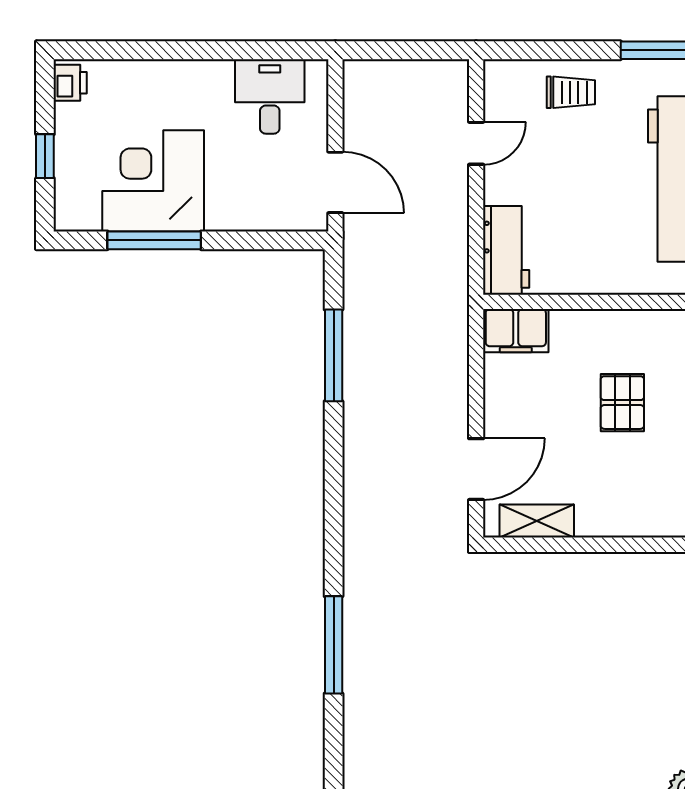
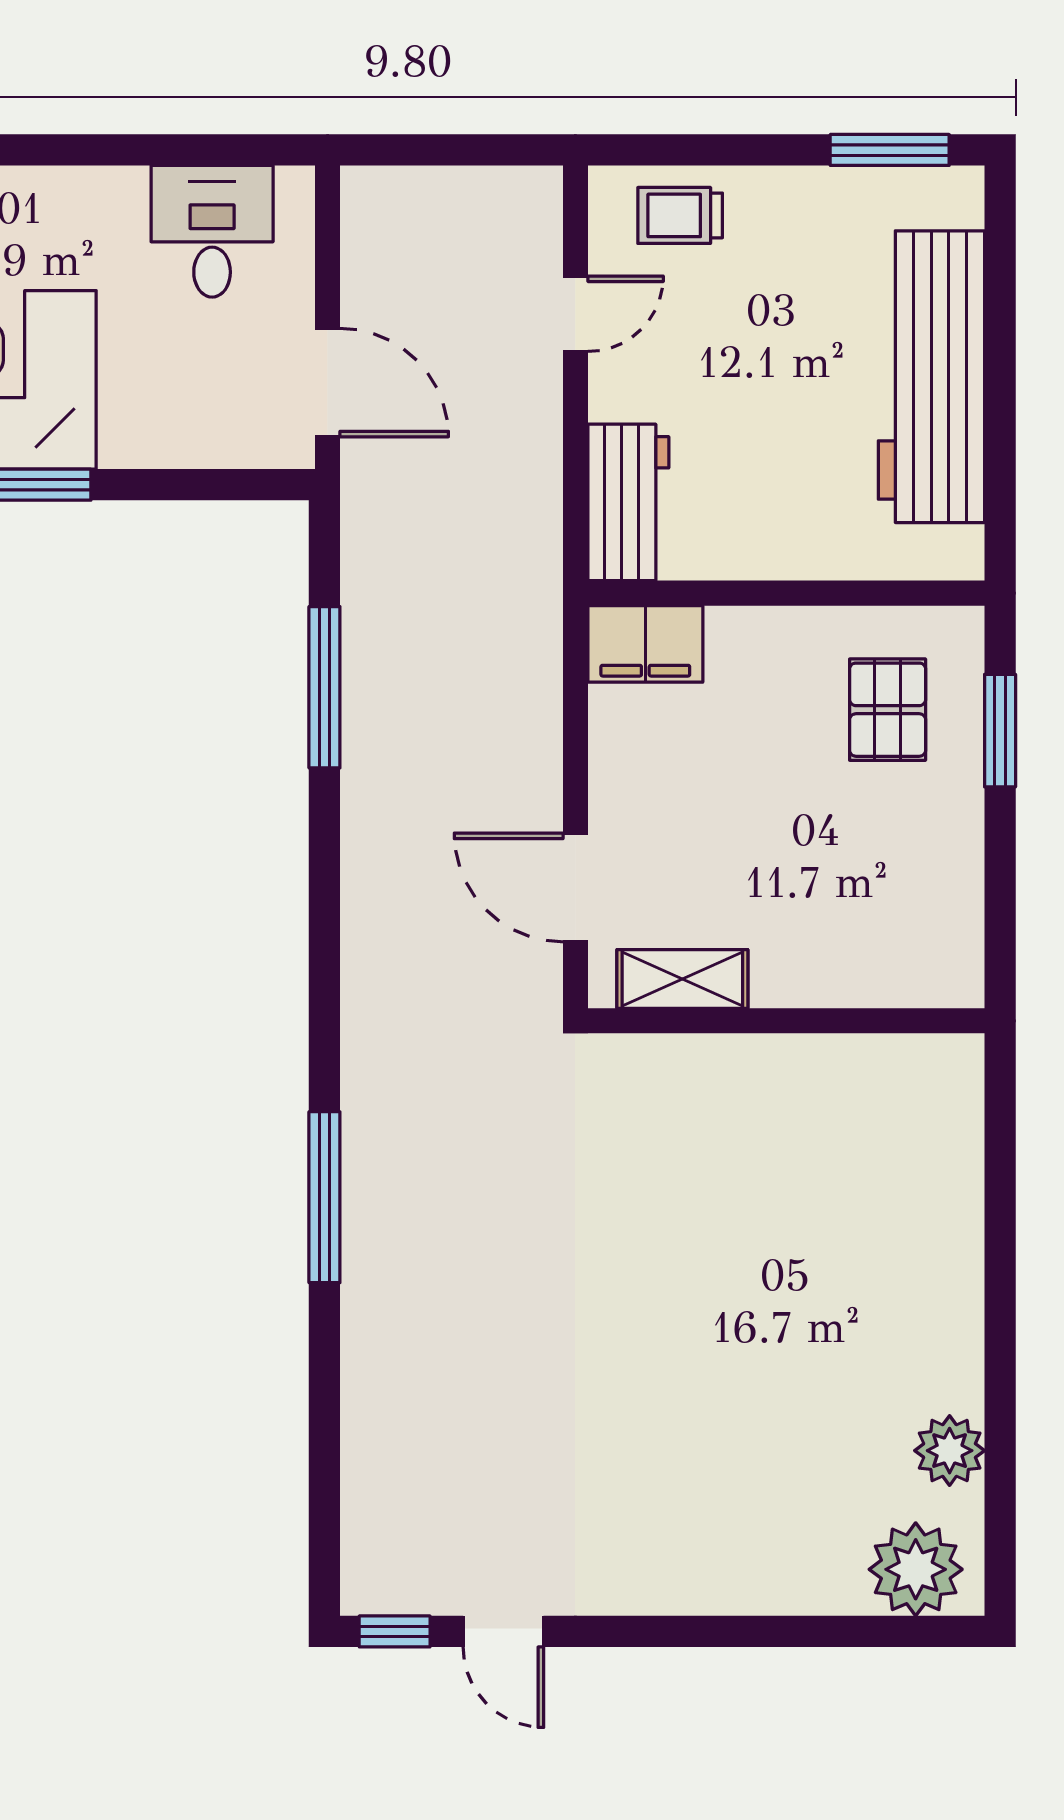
trolley: (571, 92) -> (680, 215), moved, turned 180
pallet: (622, 403) -> (888, 710), moved
door: (476, 469) -> (575, 887), swing flipped

